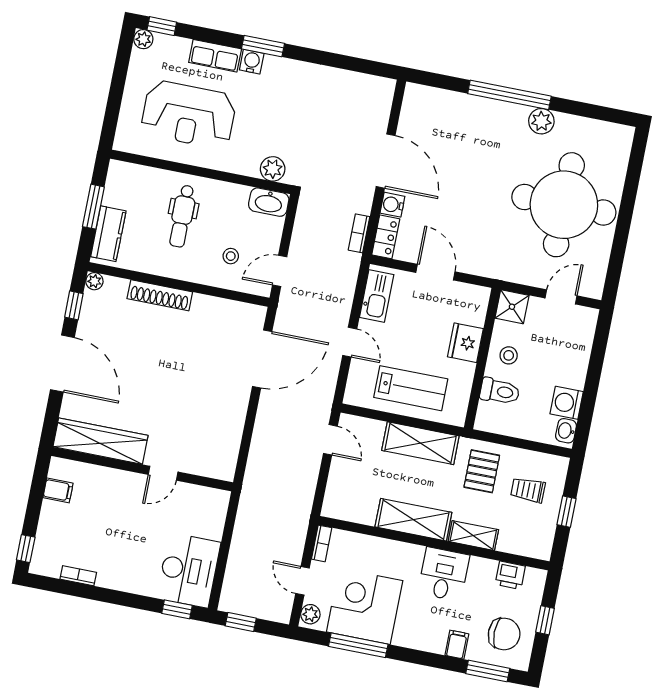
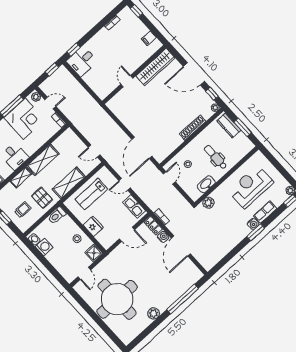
window: (509, 95) -> (183, 299), moved
door: (386, 161) -> (181, 246), hinge flipped
washbasin: (269, 202) -> (206, 184), moved
toilet: (500, 391) -> (57, 215), moved
desk: (189, 570) -> (82, 61), width x0.73

